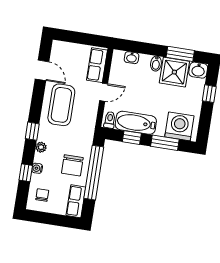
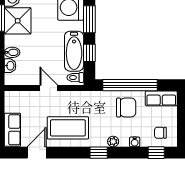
bidet: (156, 64) -> (12, 52), moved
row of seats: (97, 65) -> (12, 130), moved, turned -90
window: (26, 173) -> (156, 153), moved

